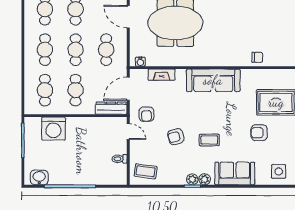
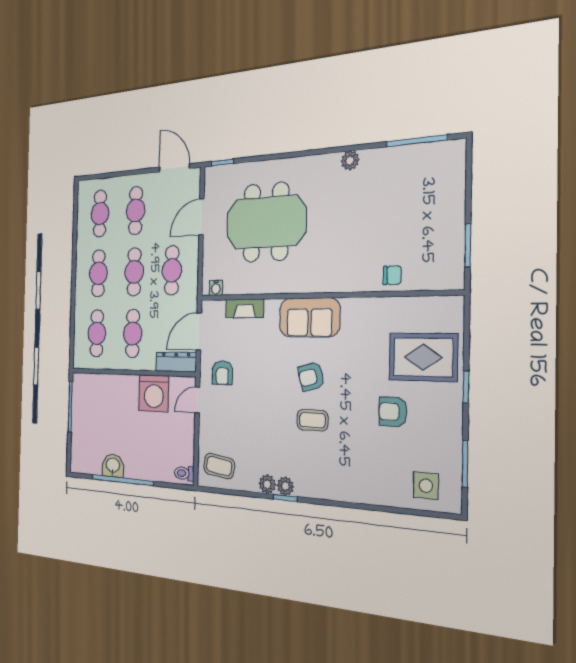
door: (128, 17) -> (201, 217), hinge flipped
sofa: (213, 80) -> (310, 317), width x0.73
washing machine: (53, 129) -> (154, 393), moved
door: (128, 132) -> (197, 400), swing flipped
armchair: (176, 137) -> (311, 377), moved
toilet: (119, 159) -> (184, 473), moved
sofa: (235, 173) -> (352, 482), removed
washbasin: (39, 177) -> (113, 466), moved
plant: (205, 179) -> (267, 484), moved

